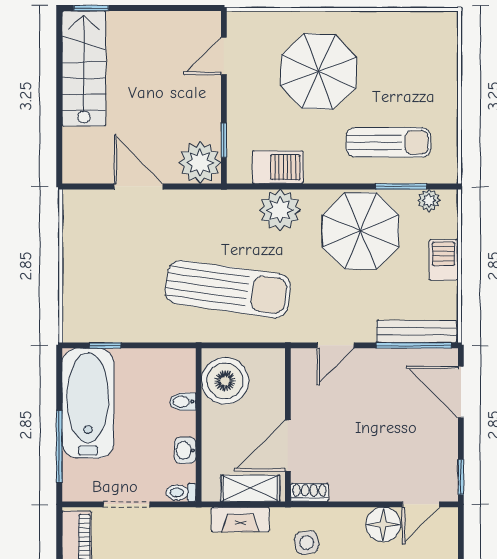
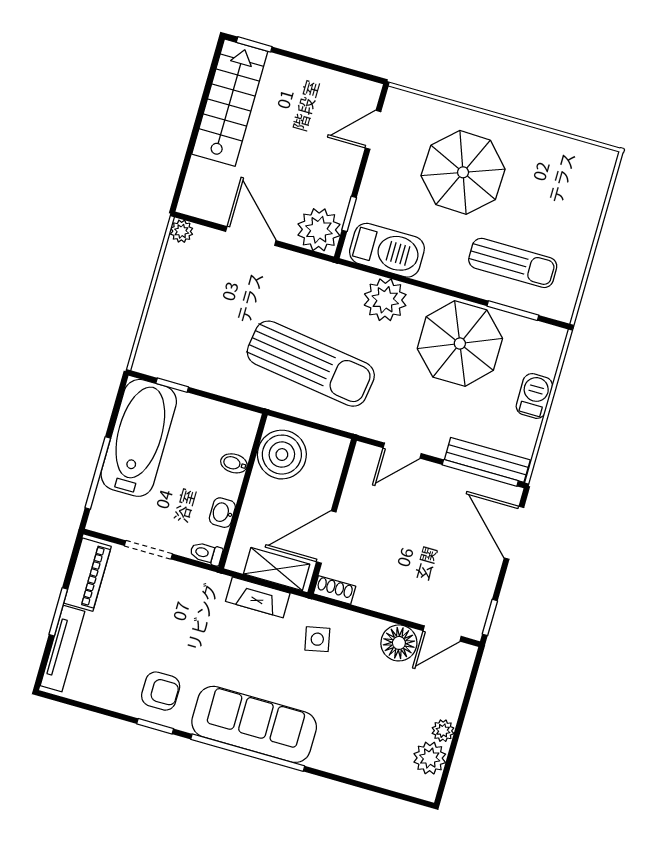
barbecue: (278, 167) -> (387, 250), width x1.37, depth x1.21
plant: (429, 200) -> (182, 231), moved

